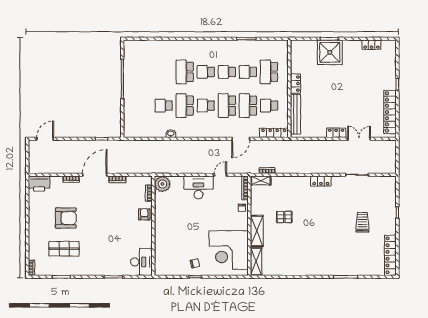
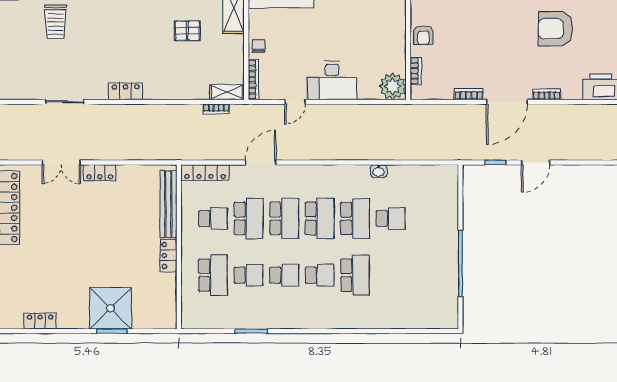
school desk: (206, 106) -> (320, 218), width x1.85
door: (45, 139) -> (536, 162), moved

